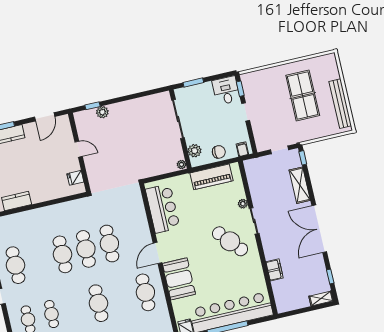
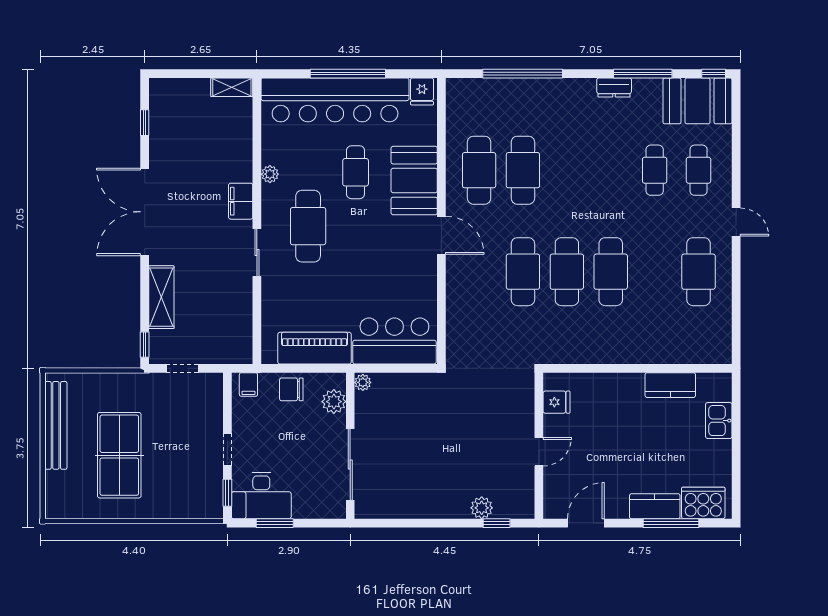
window: (193, 82) -> (275, 523), moved
desk: (226, 90) -> (261, 495), width x1.37
door: (79, 149) -> (539, 452), swing flipped
plant: (243, 204) -> (270, 174), moved
bar counter: (163, 209) -> (394, 341), moved, turned 90
double door: (319, 229) -> (145, 212), swing flipped
cafe table: (230, 241) -> (308, 226), turned 41
door: (158, 253) -> (441, 235), hinge flipped
filing cabinet: (275, 270) -> (241, 201), moved
cafe table: (211, 276) -> (356, 172), added
shelving: (321, 299) -> (232, 87), moved
cafe table: (98, 303) -> (523, 170), moved

